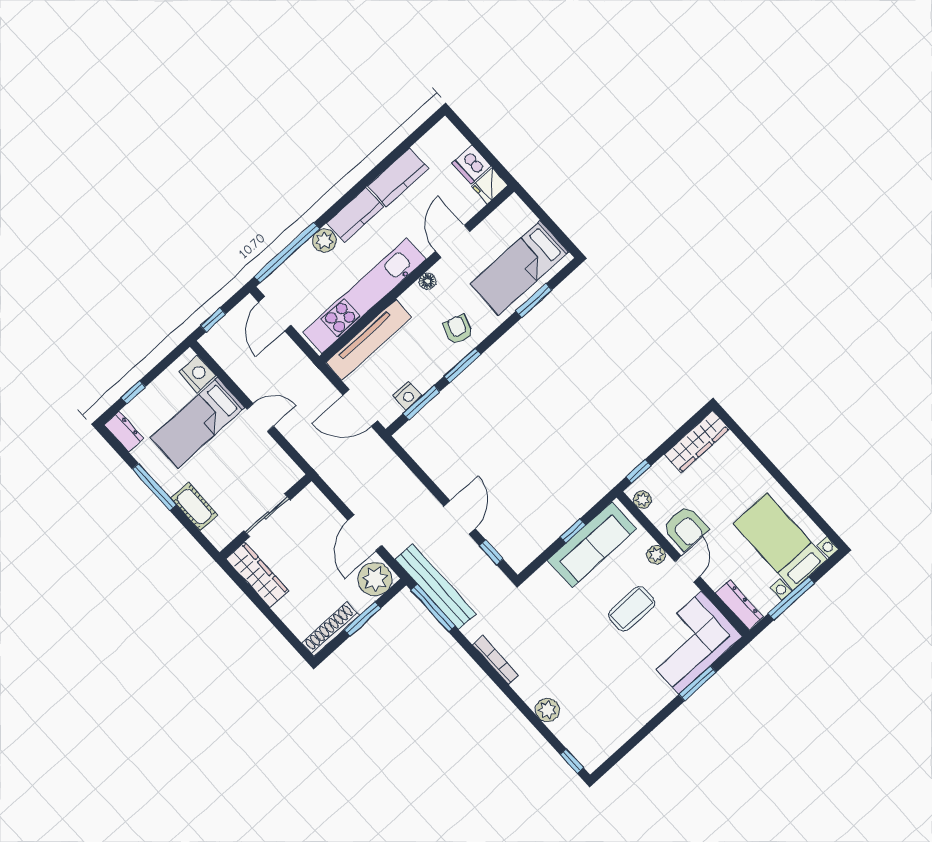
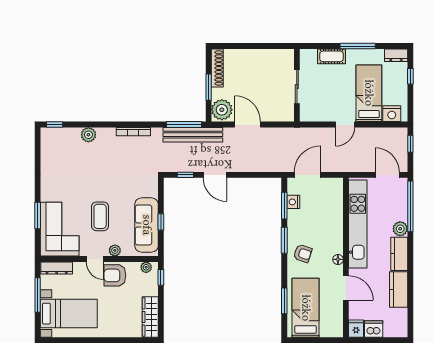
tv unit: (369, 340) -> (336, 208), removed
wardrobe: (257, 575) -> (273, 57), removed

